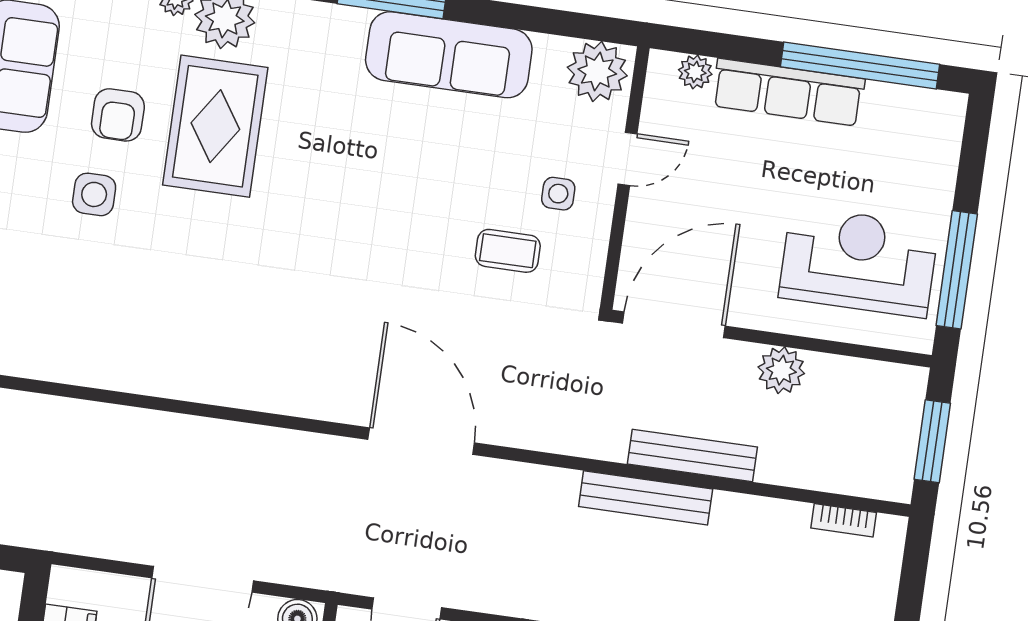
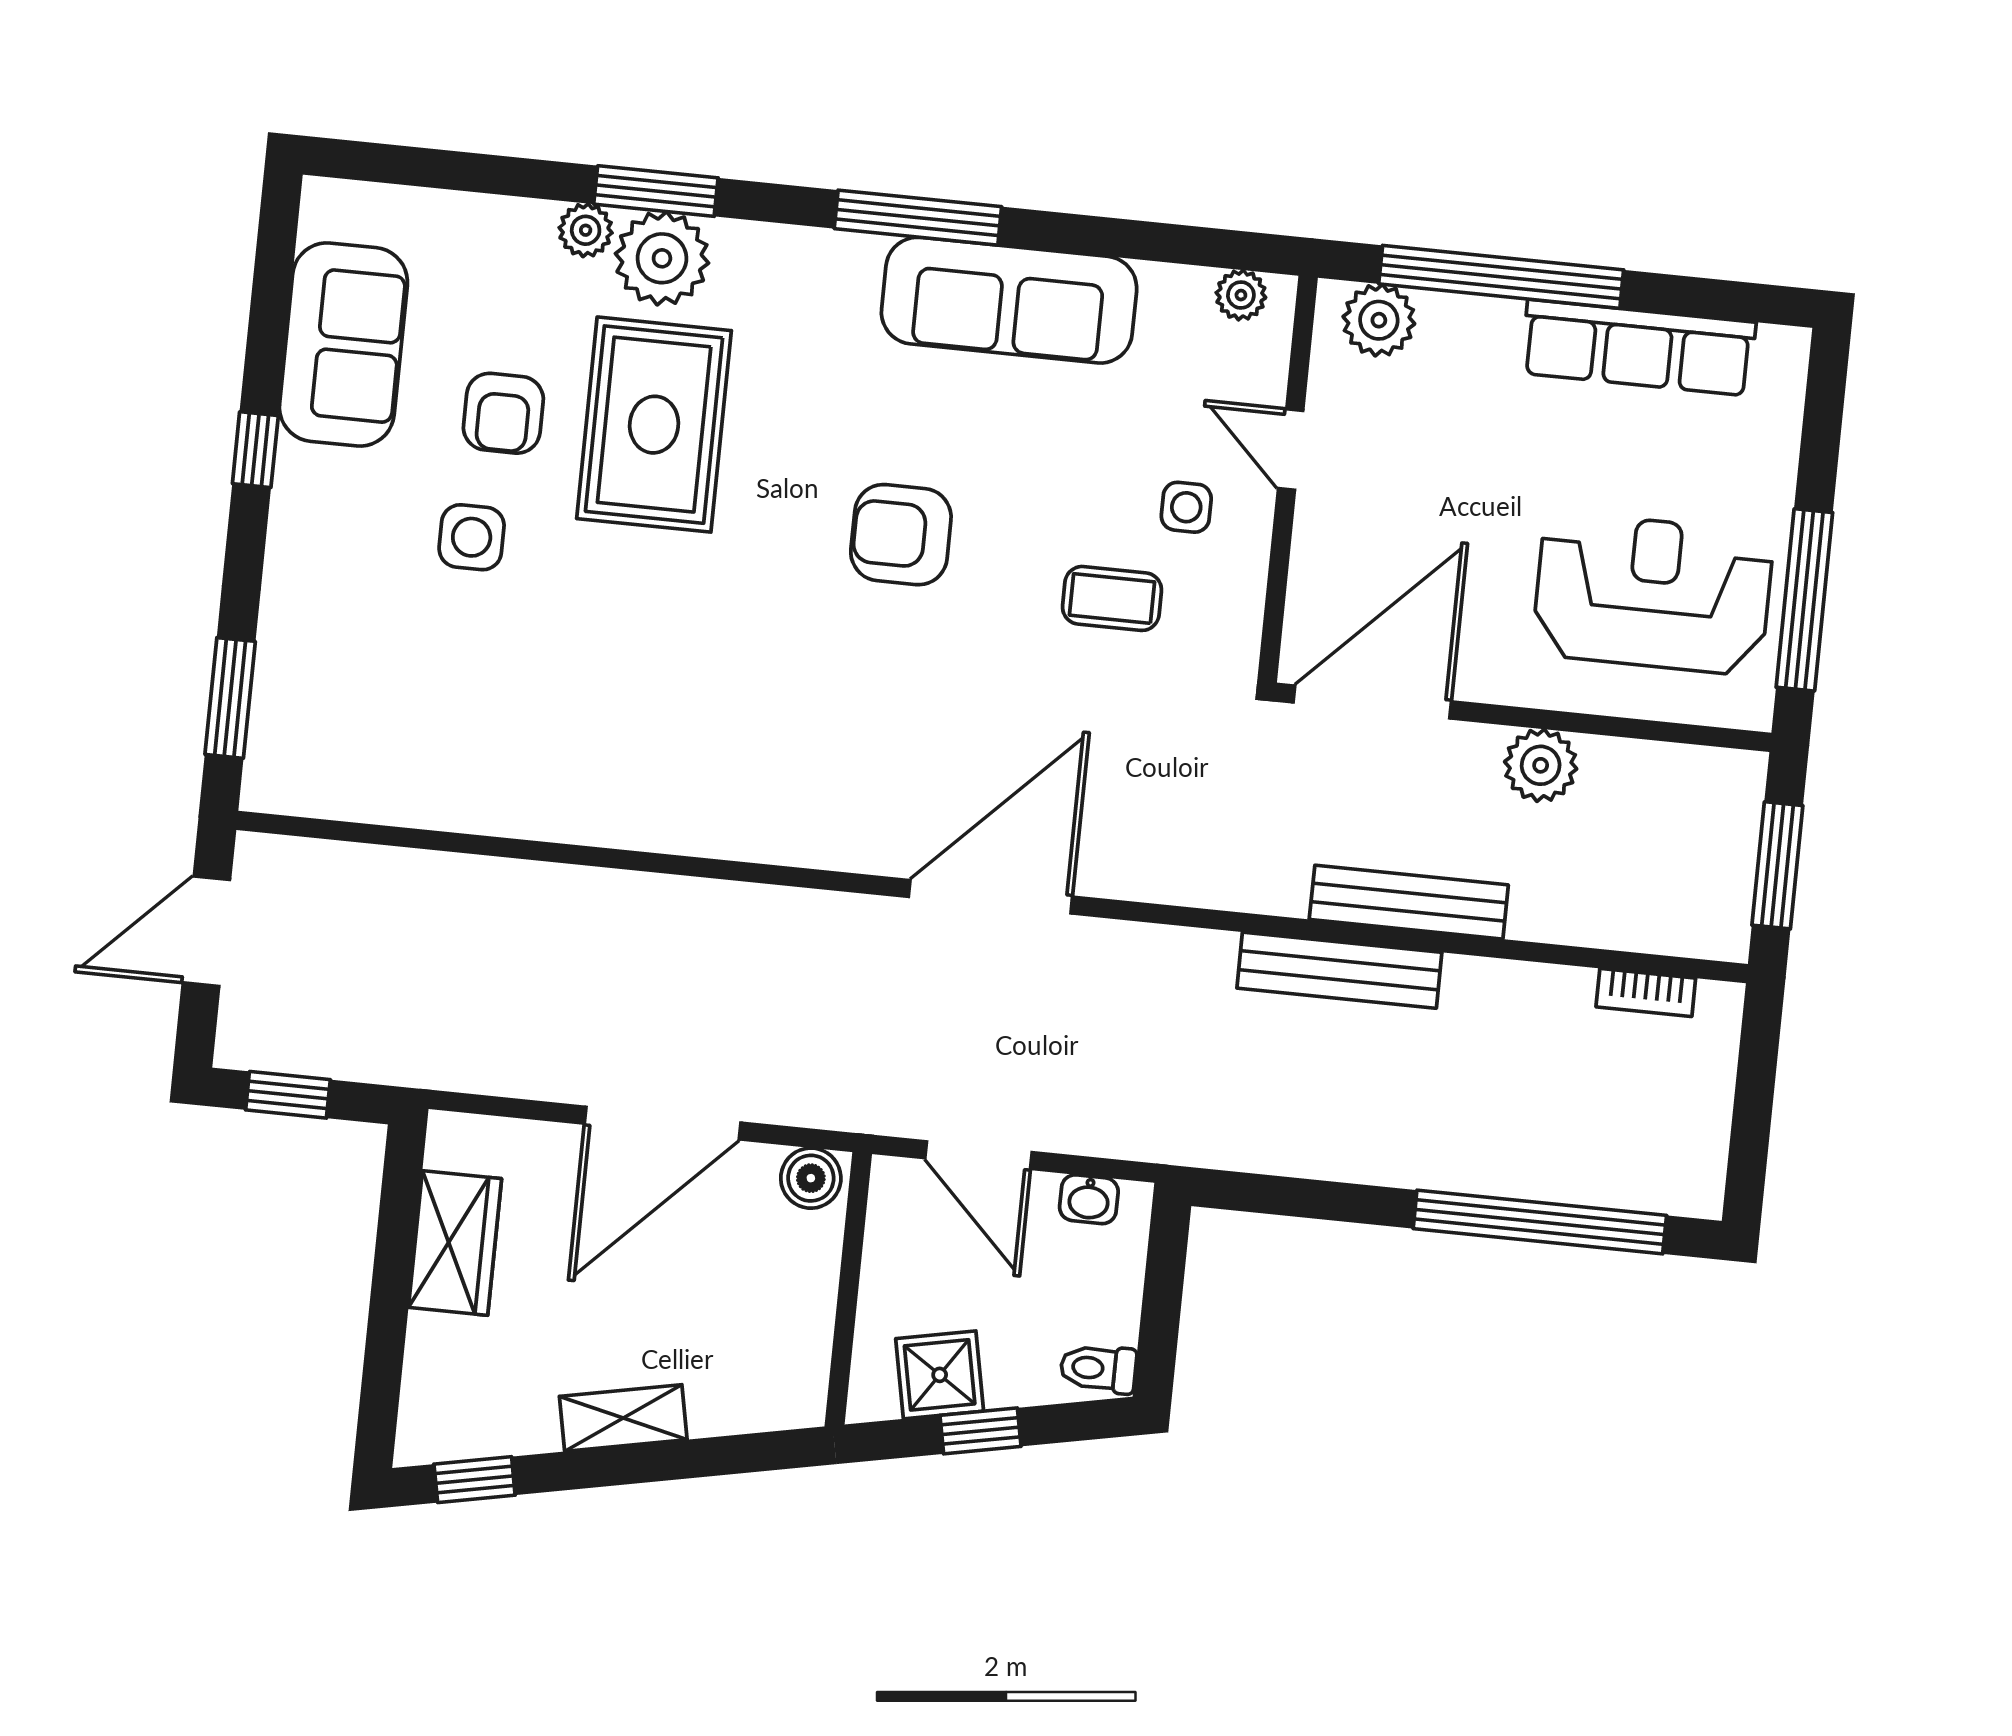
window: (860, 65) -> (1501, 277), moved
plant: (597, 71) -> (1241, 295), width x0.53, depth x0.53
plant: (695, 72) -> (1379, 320), width x1.38, depth x1.38
row of seats: (788, 92) -> (1638, 348), moved
door: (627, 159) -> (1291, 449), swing flipped
armchair: (373, 204) -> (901, 535), added
door: (421, 441) -> (990, 897), hinge flipped

